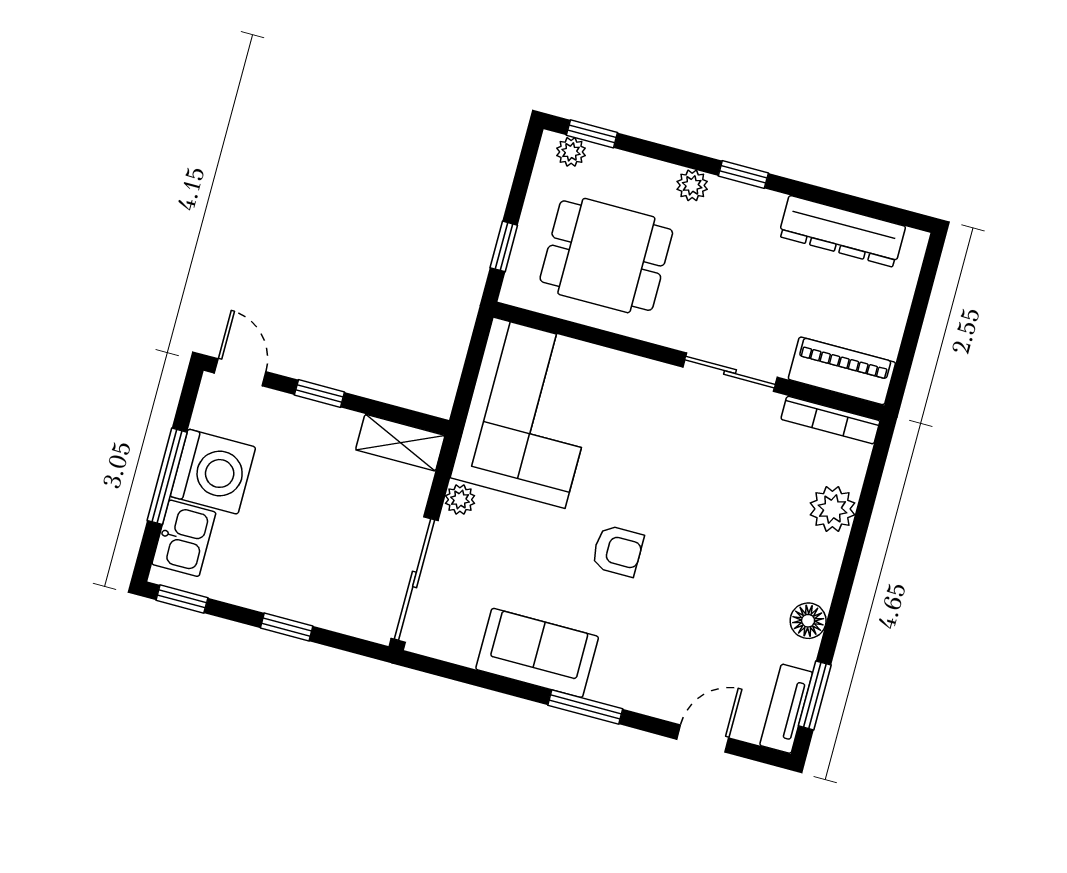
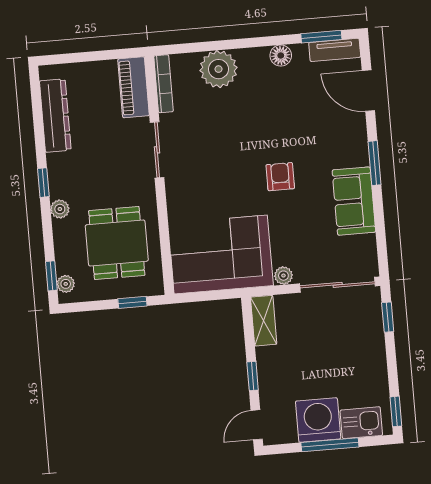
plant: (832, 509) -> (219, 69), width x1.36, depth x1.36
window: (287, 627) -> (388, 317), moved
door: (703, 739) -> (368, 91), width x1.38

